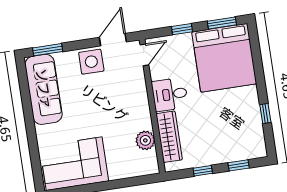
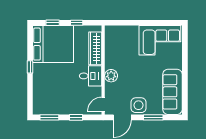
window: (48, 50) -> (153, 117), moved
bed: (224, 58) -> (53, 44), moved, turned 90
window: (265, 113) -> (30, 67), moved
plant: (145, 140) -> (111, 76), moved

